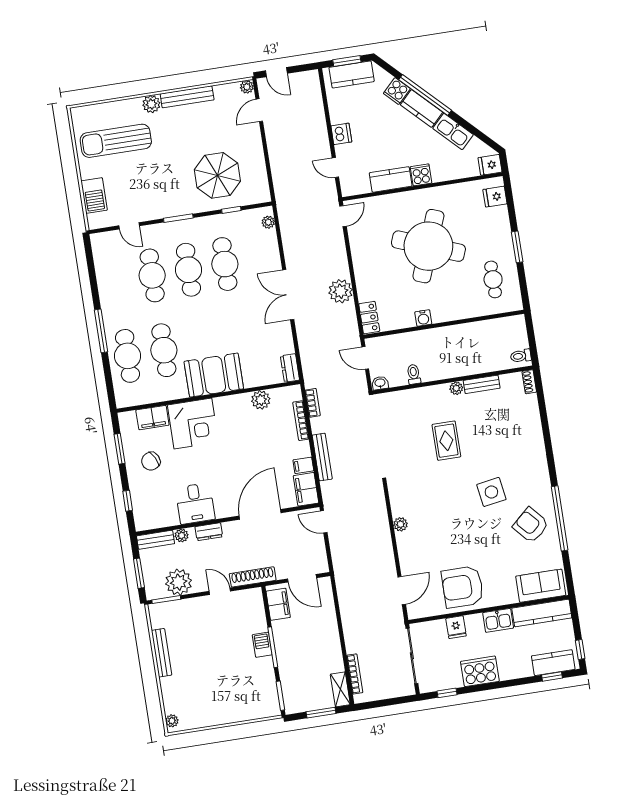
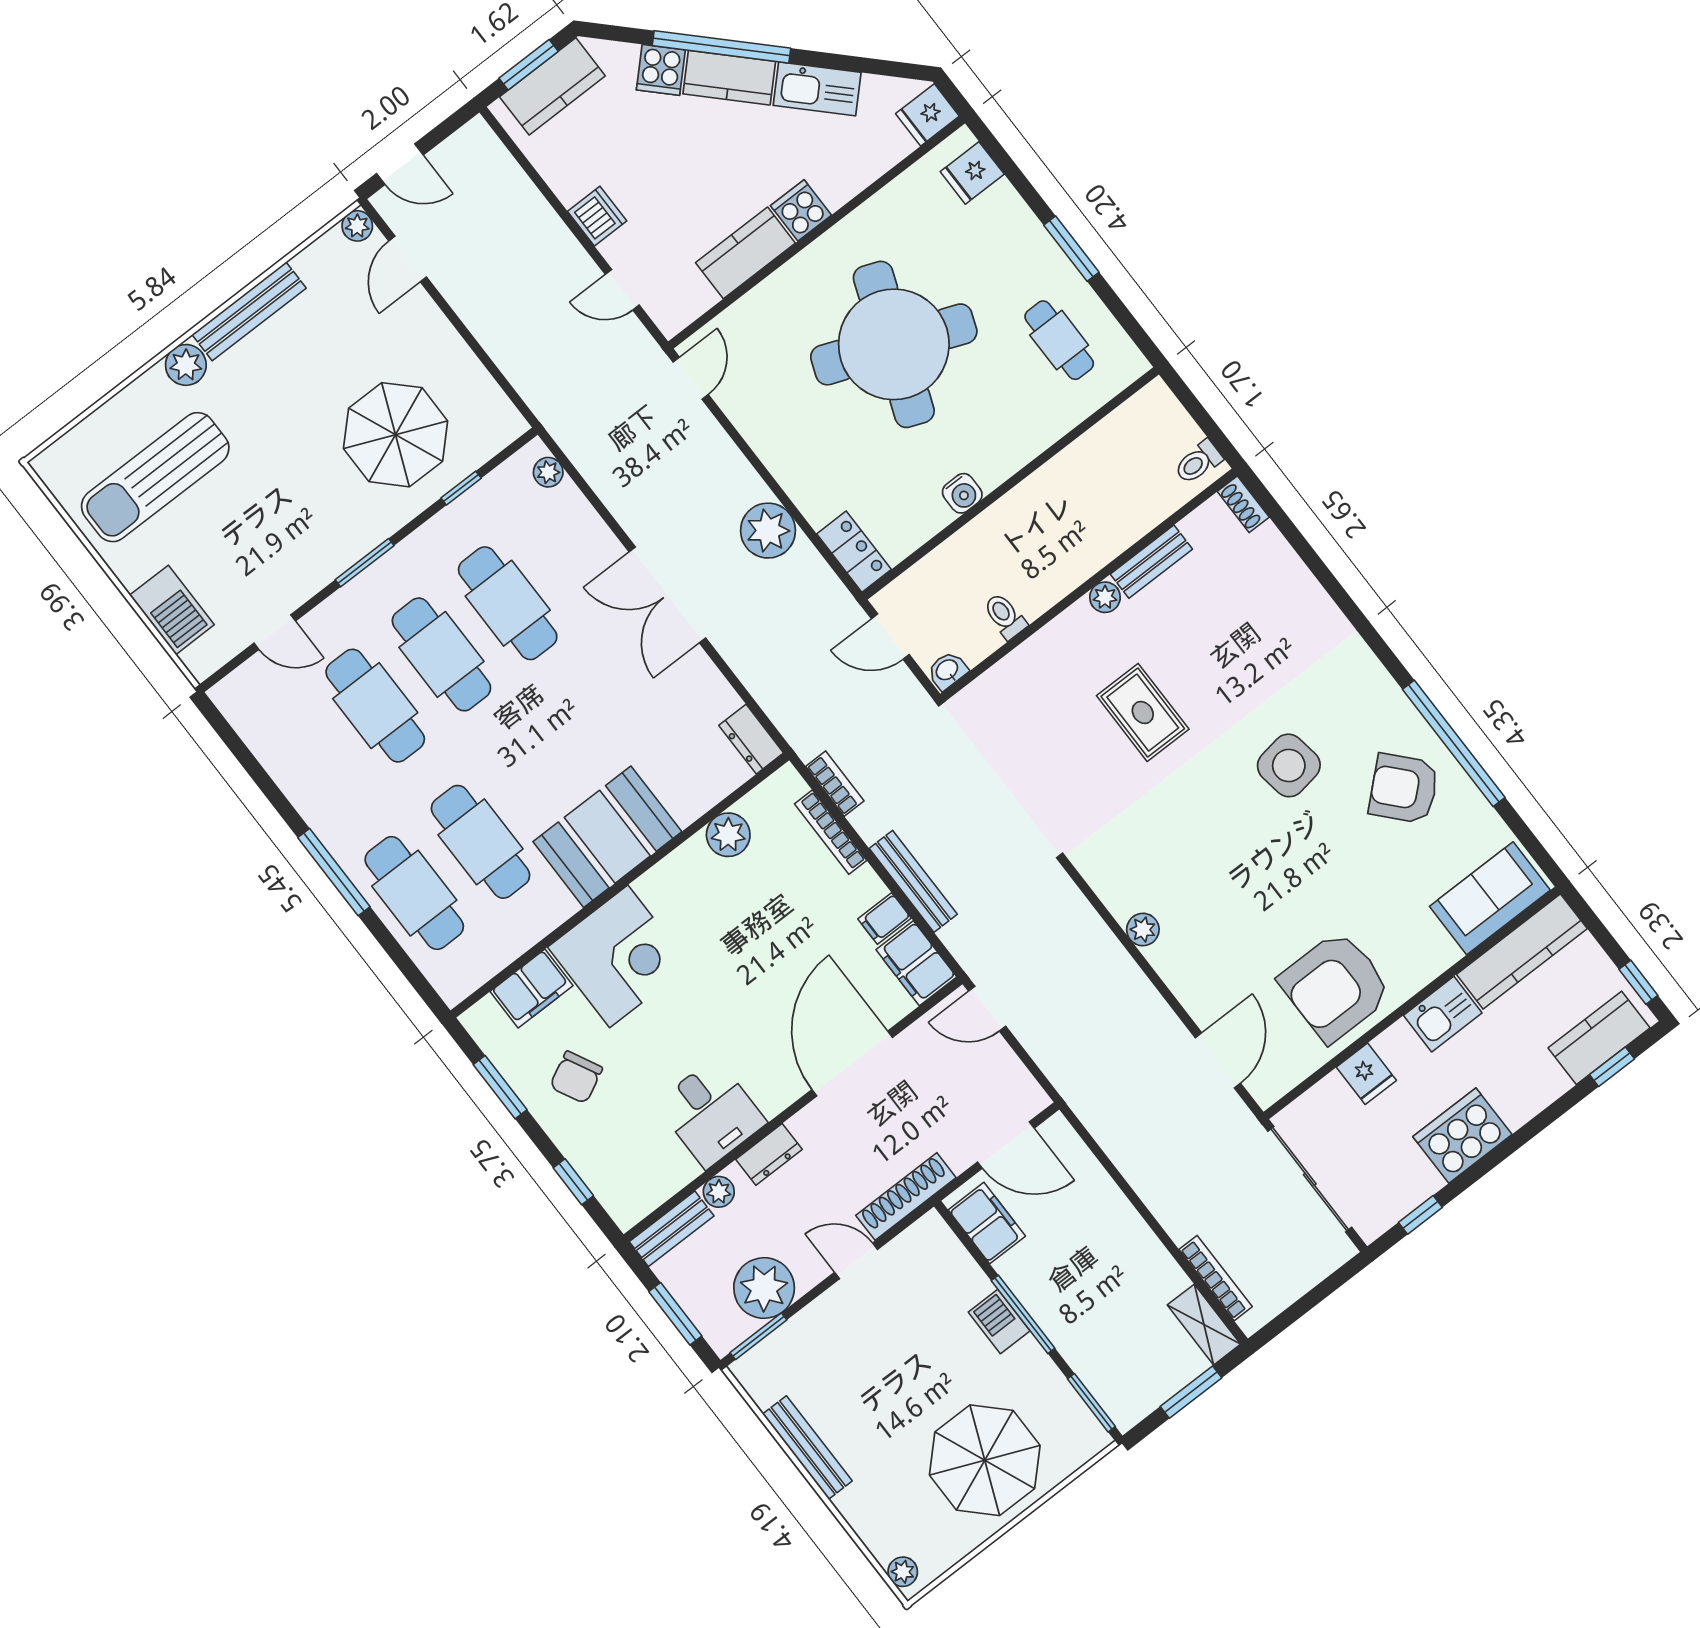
parasol: (227, 695) -> (985, 1460), added

